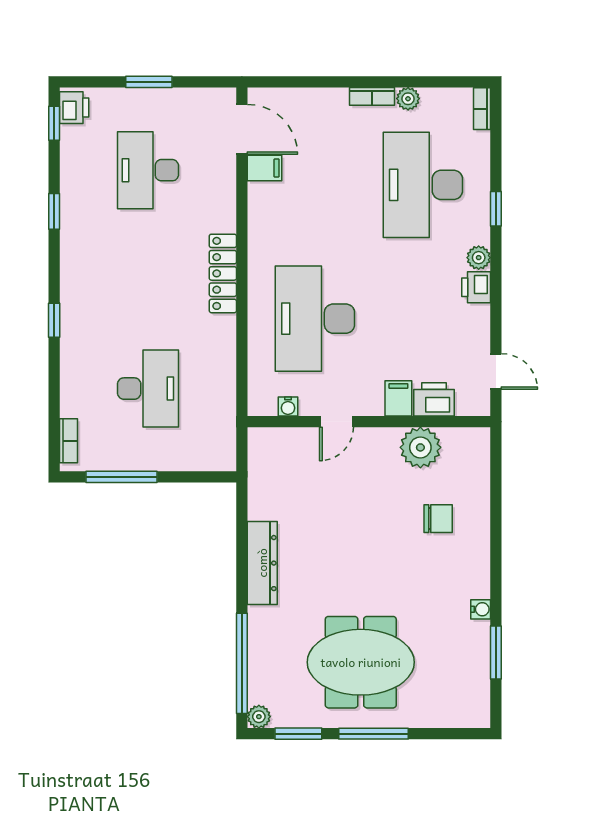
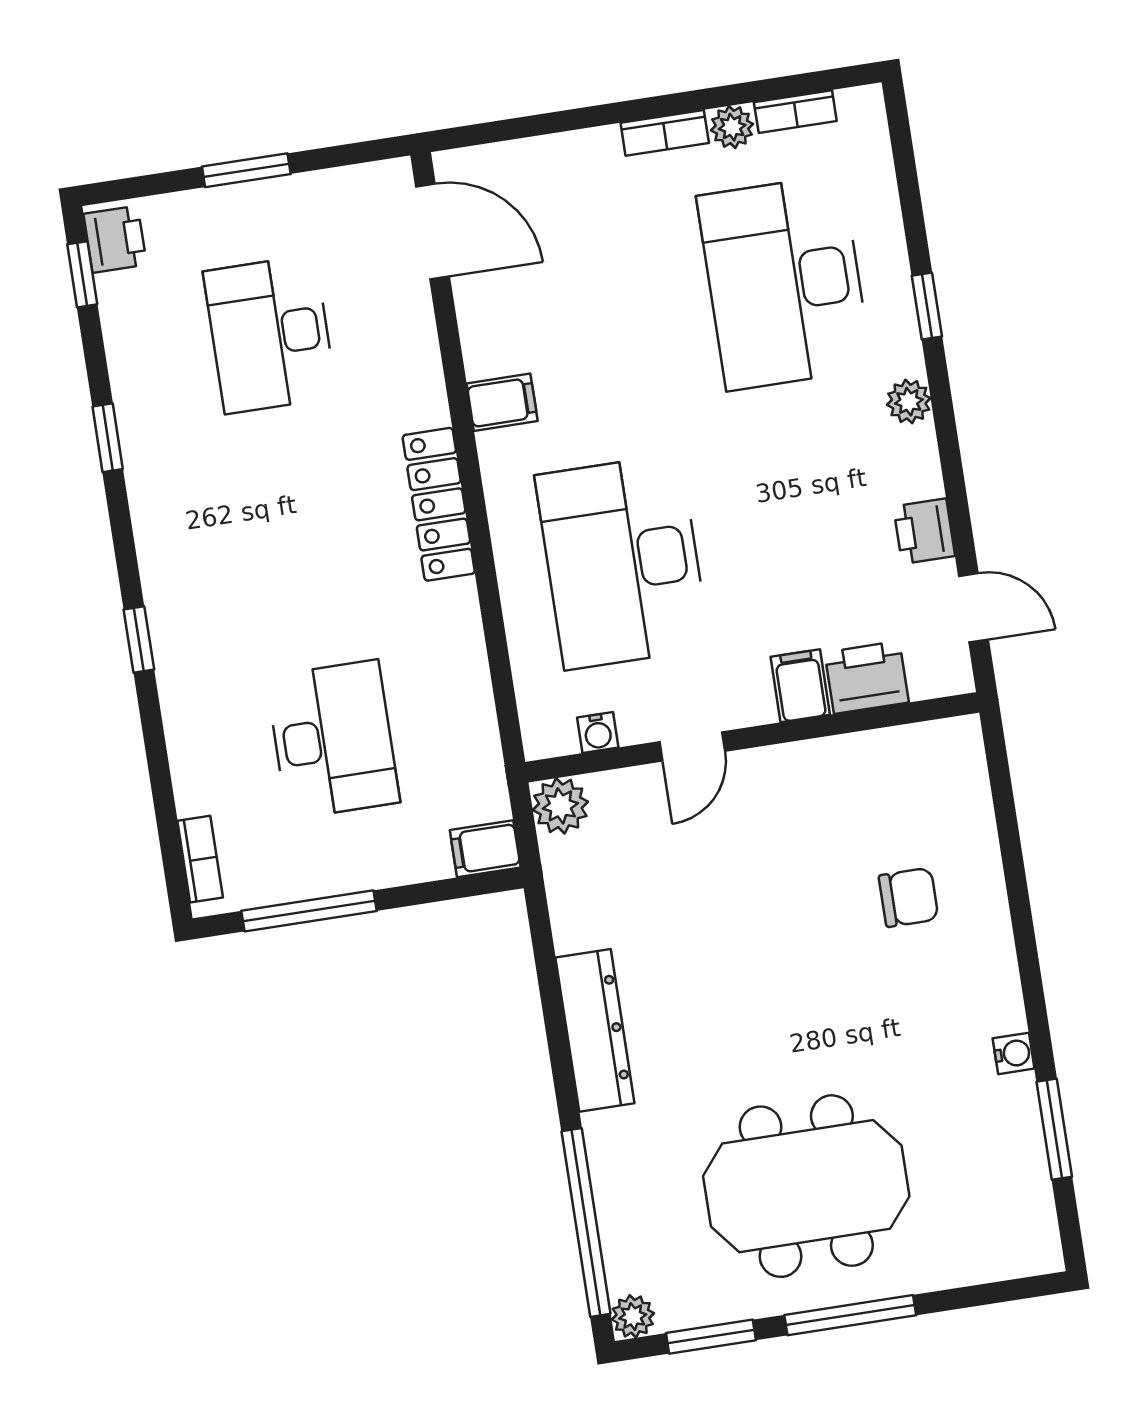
bookcase: (482, 109) -> (795, 112), moved, turned -90
filing cabinet: (265, 168) -> (502, 402), moved
printer: (476, 287) -> (924, 531), moved
plant: (420, 447) -> (560, 806), moved, width x0.73, depth x0.73
filing cabinet: (219, 458) -> (485, 849), added

